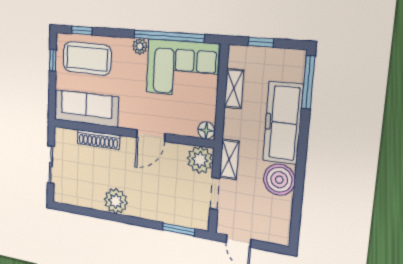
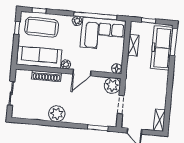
plant: (126, 121) -> (66, 64), added
freezer: (283, 123) -> (162, 48), moved
shelving: (229, 159) -> (159, 120), moved
boiler: (279, 180) -> (158, 94), removed

